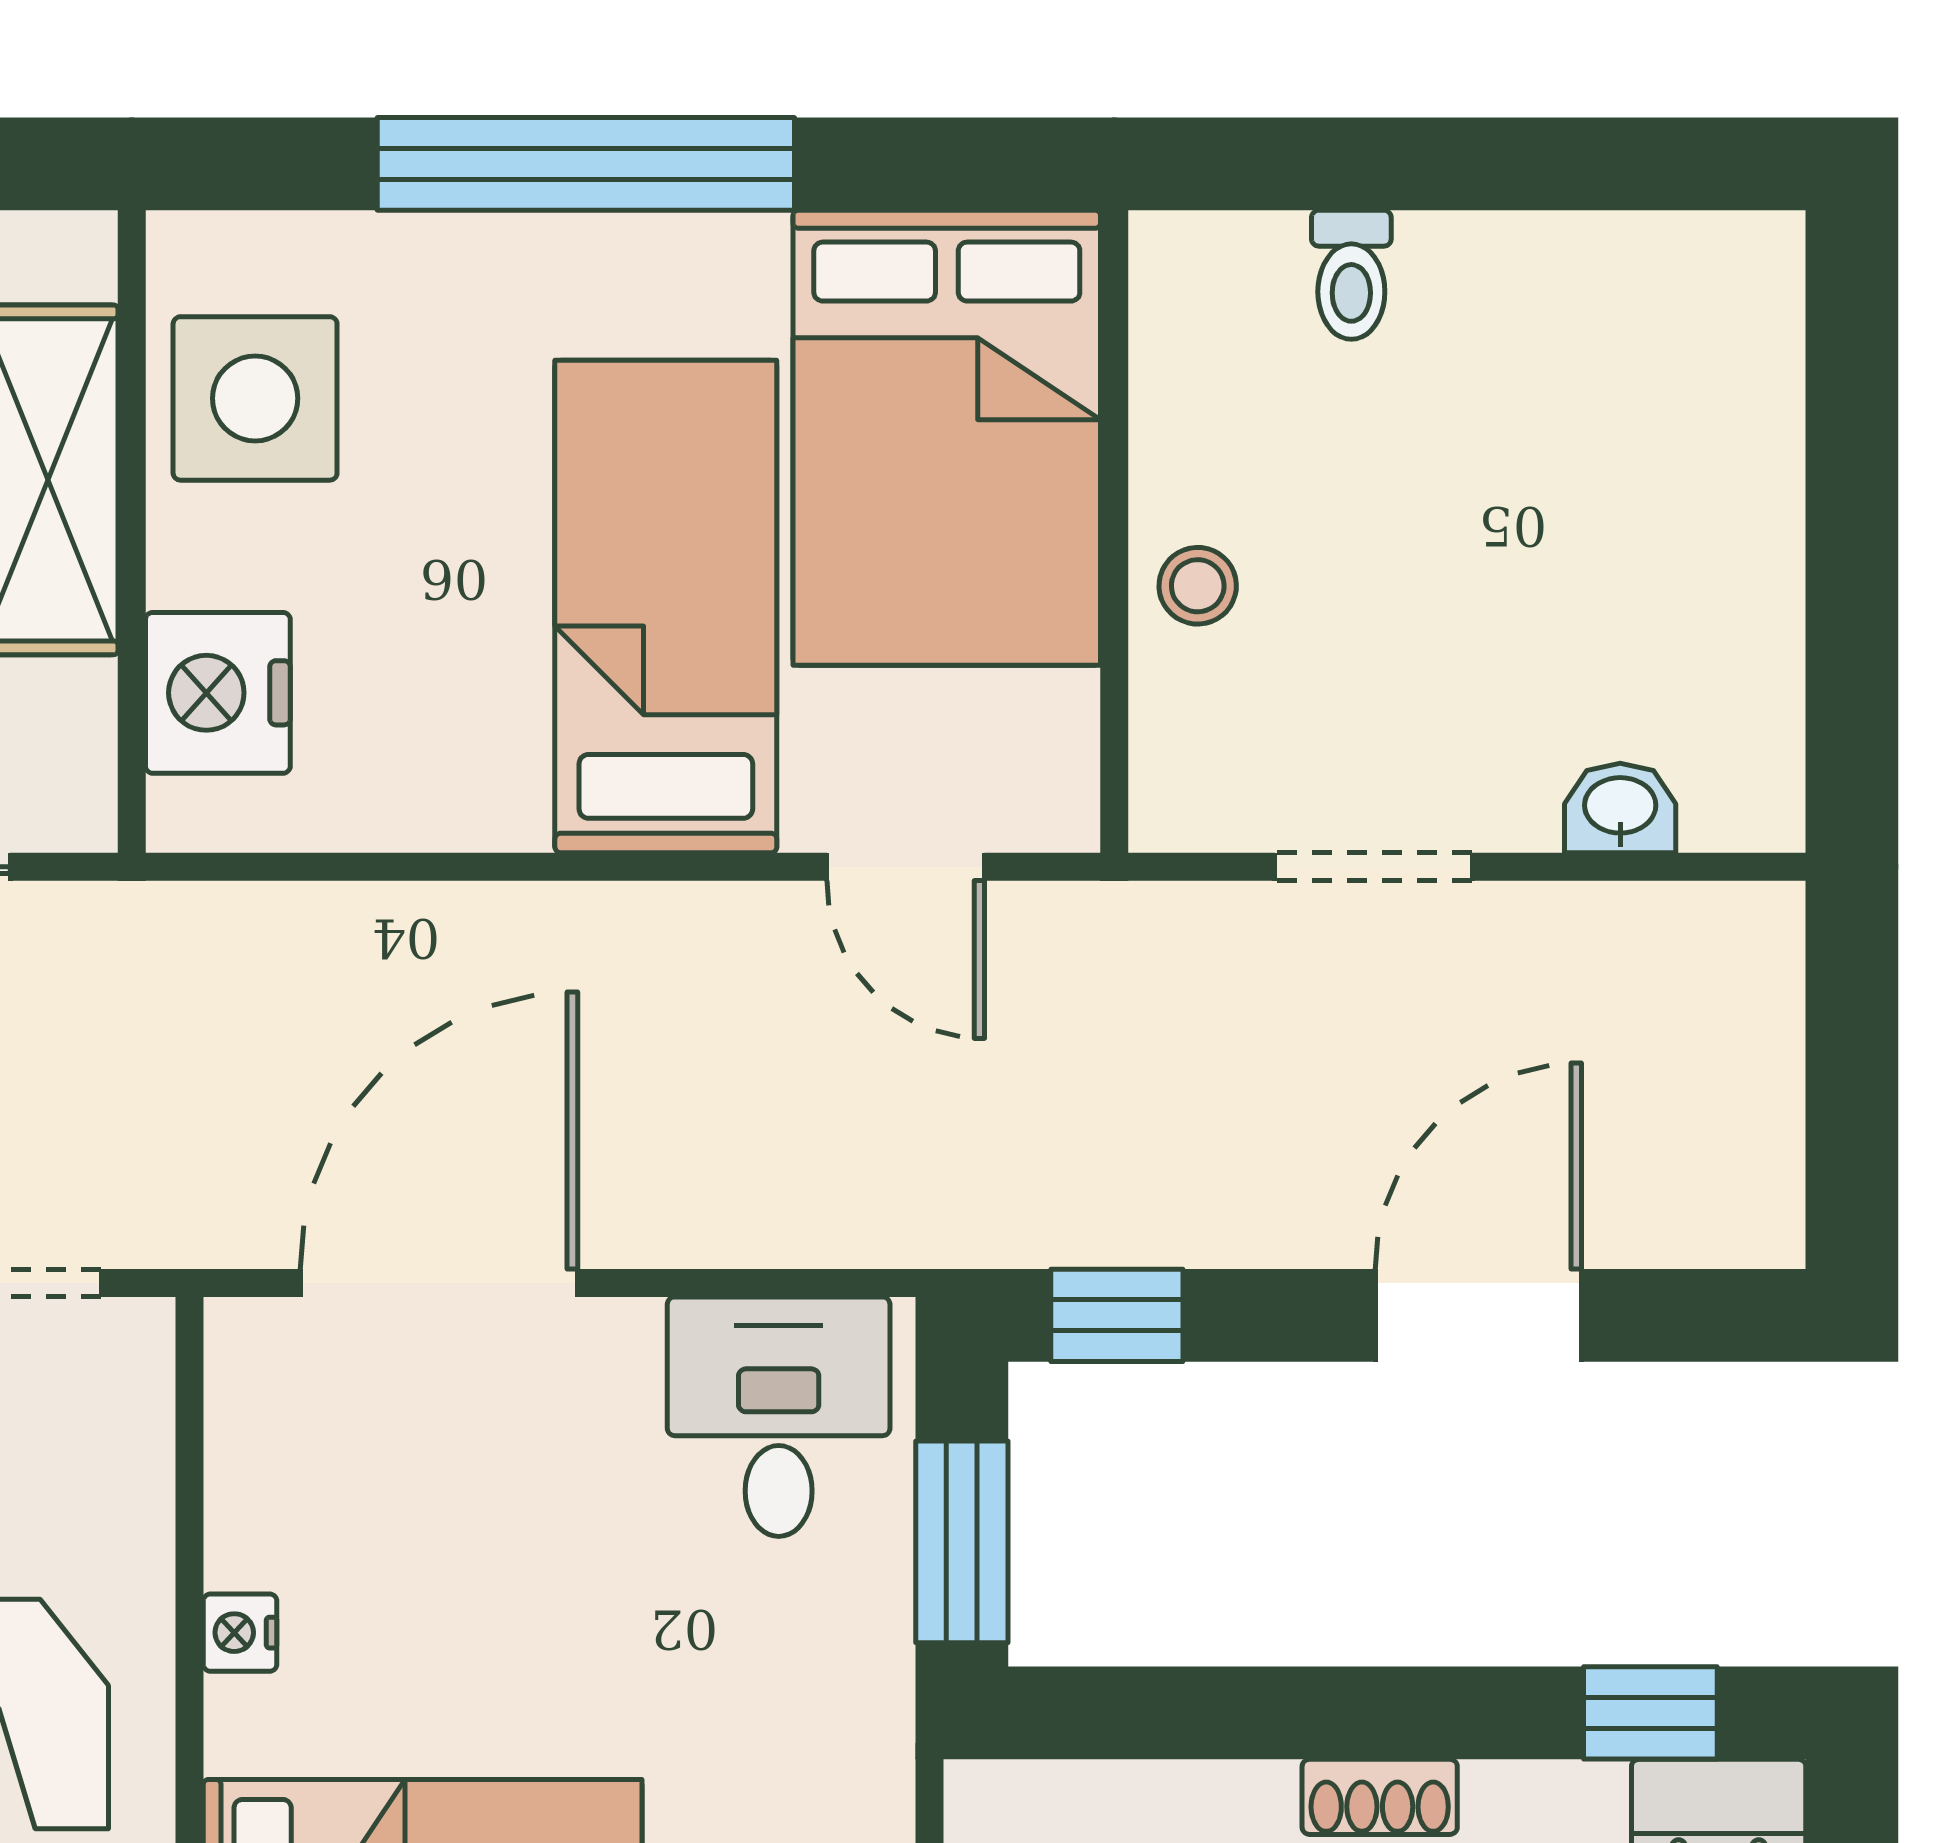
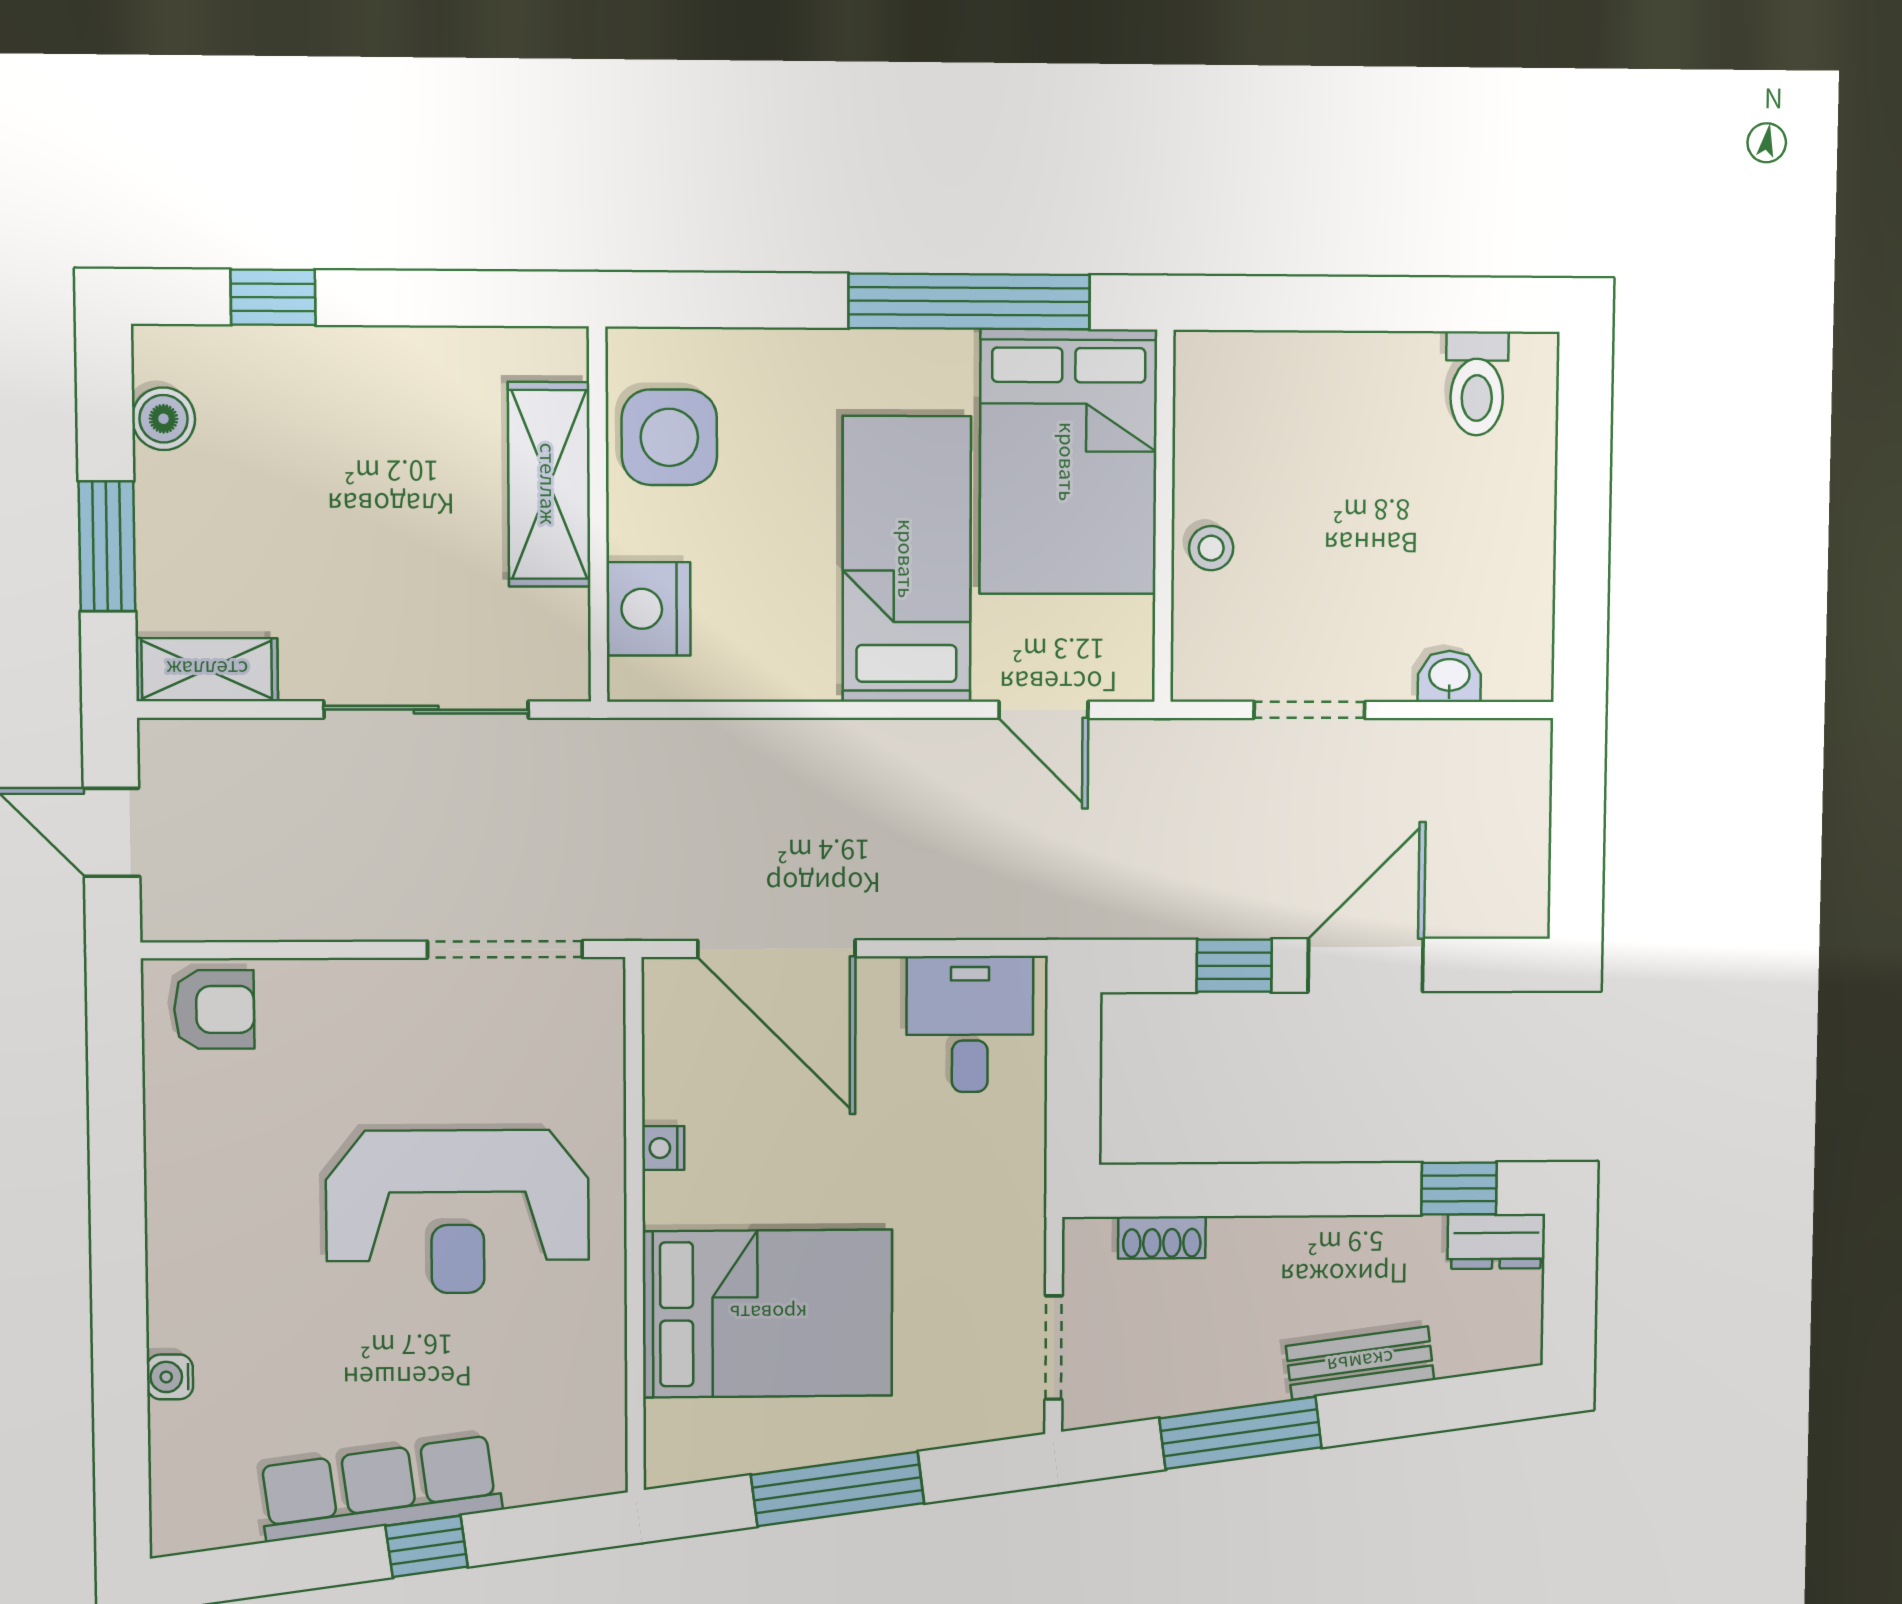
window: (586, 164) -> (969, 301), moved
toilet: (1351, 275) -> (1477, 384), moved, width x1.37, depth x1.39
door: (439, 1283) -> (776, 949), swing flipped
window: (1117, 1315) -> (1234, 966), moved
window: (962, 1542) -> (1073, 1095), removed
shoe rack: (1380, 1797) -> (1162, 1237), moved

